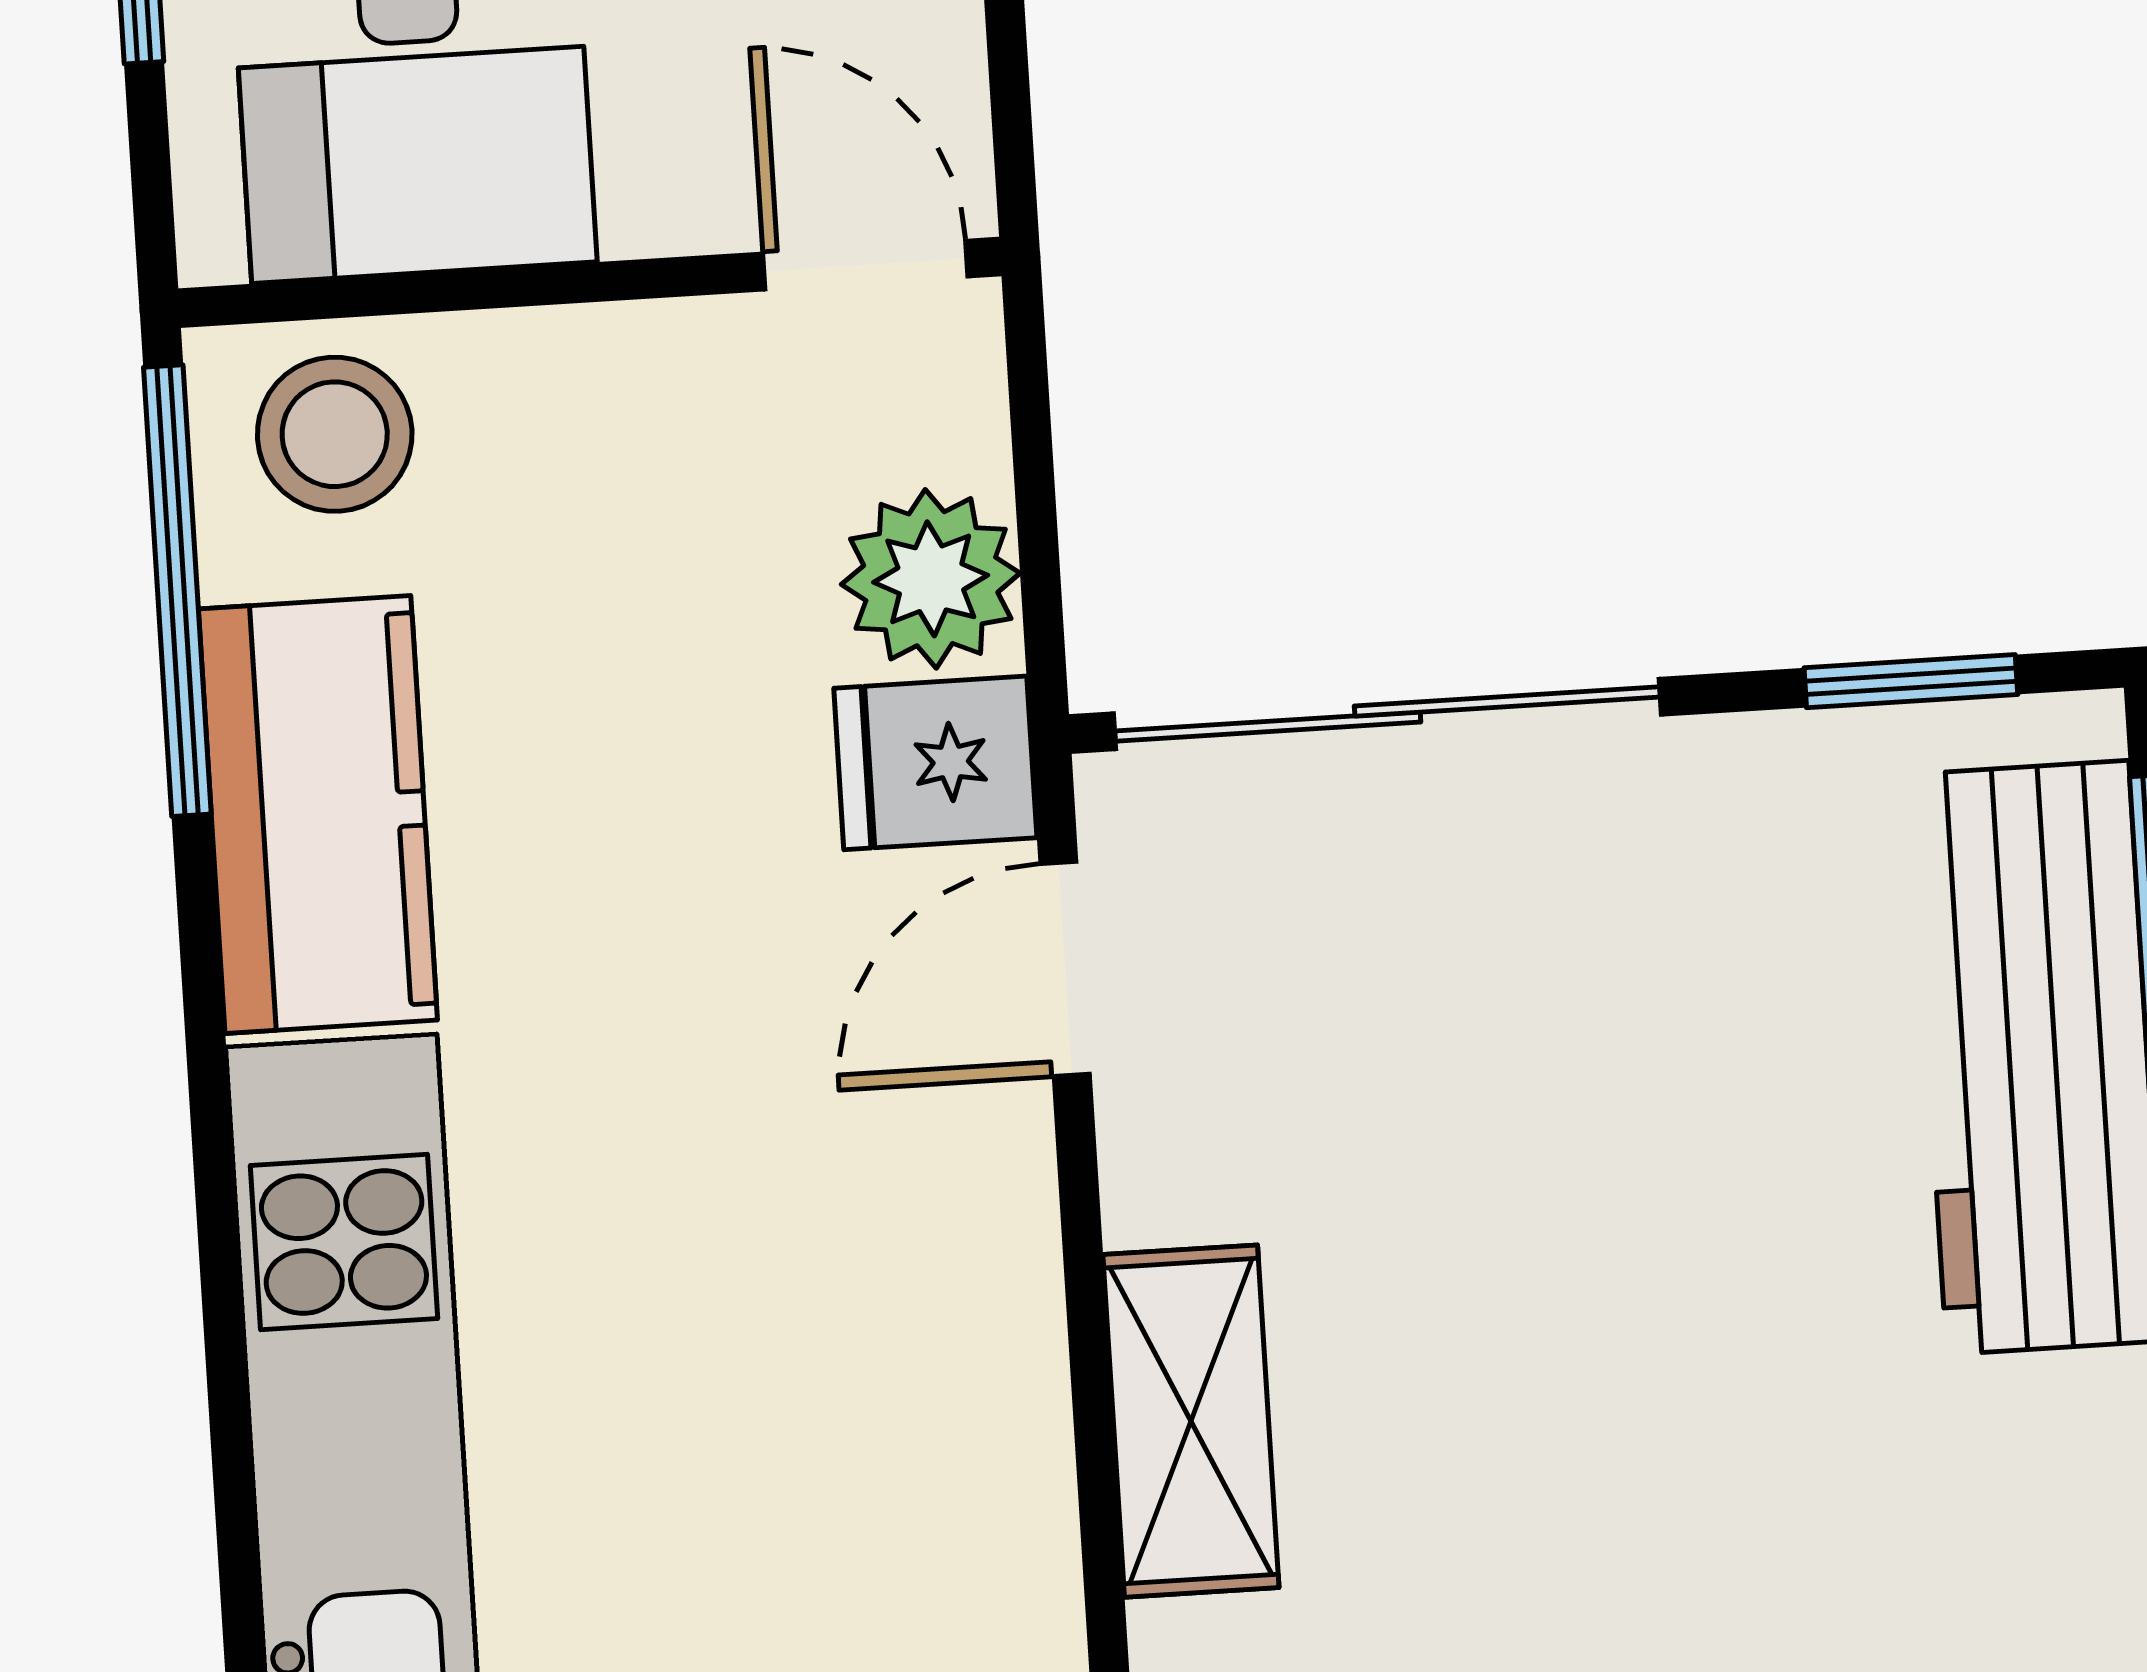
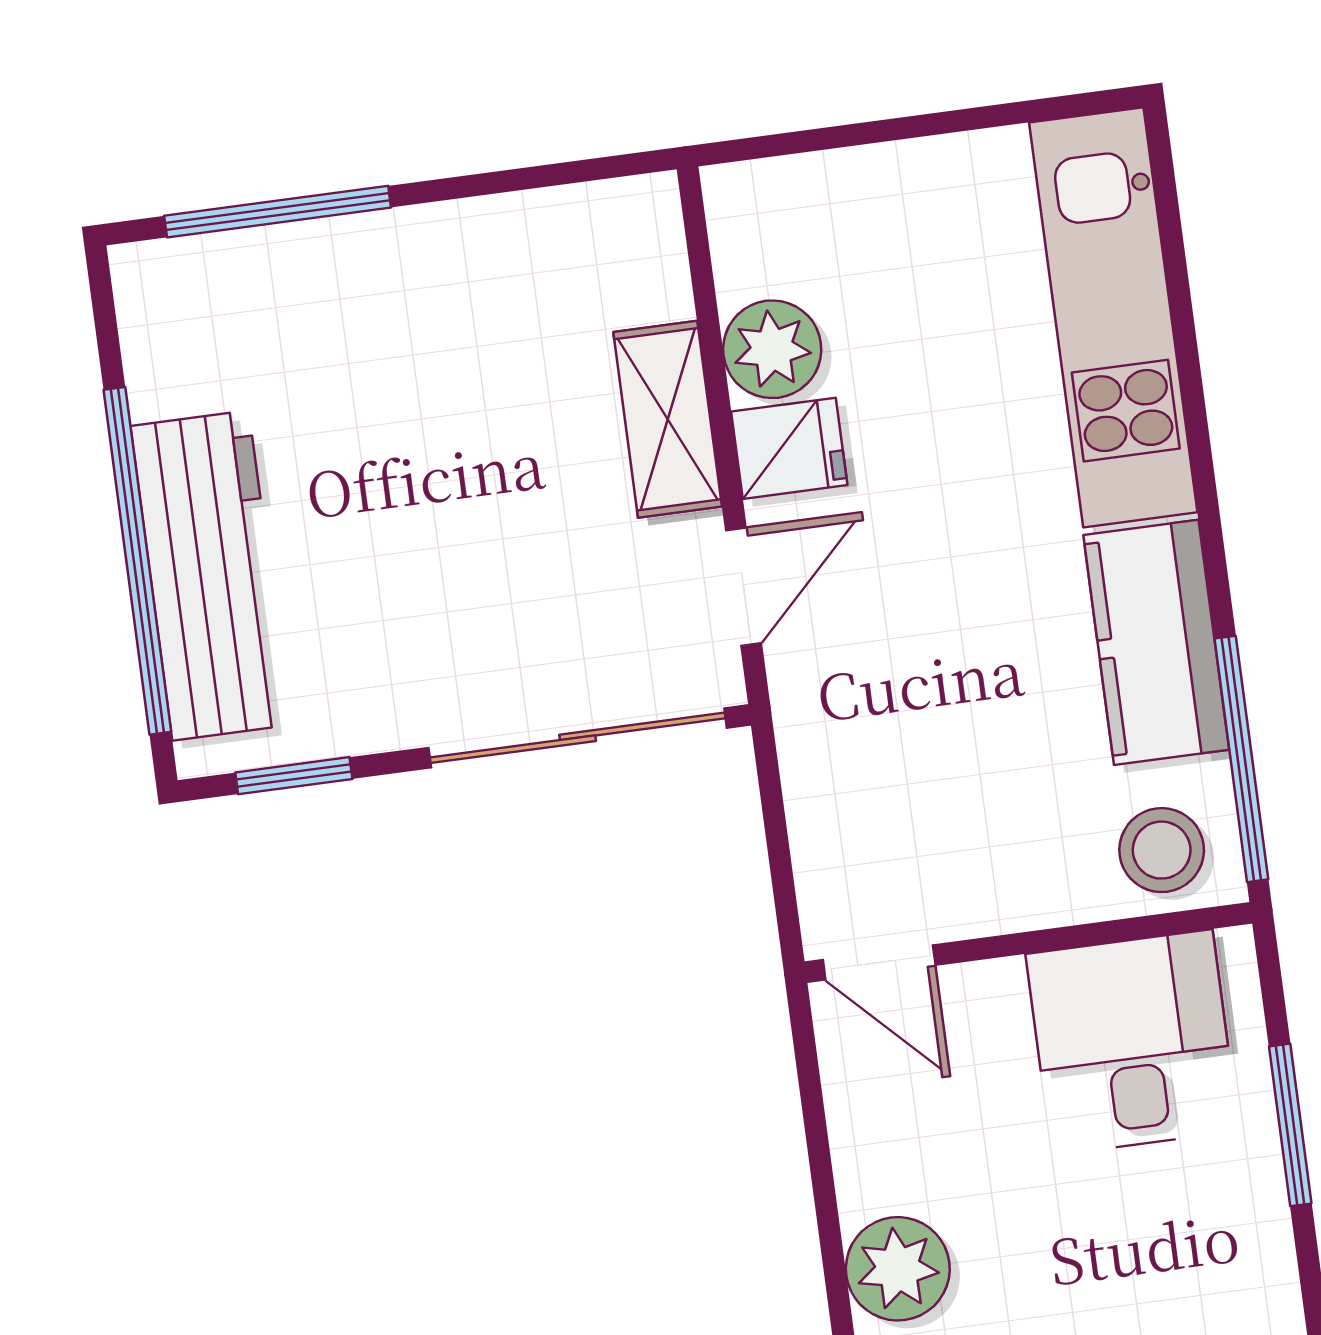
plant: (931, 579) -> (772, 349), moved
fridge: (935, 763) -> (789, 448), moved
shelving: (1191, 1421) -> (668, 419), moved

